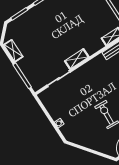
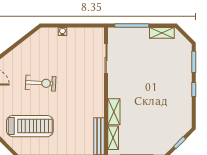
shelving: (77, 59) -> (114, 112), moved

